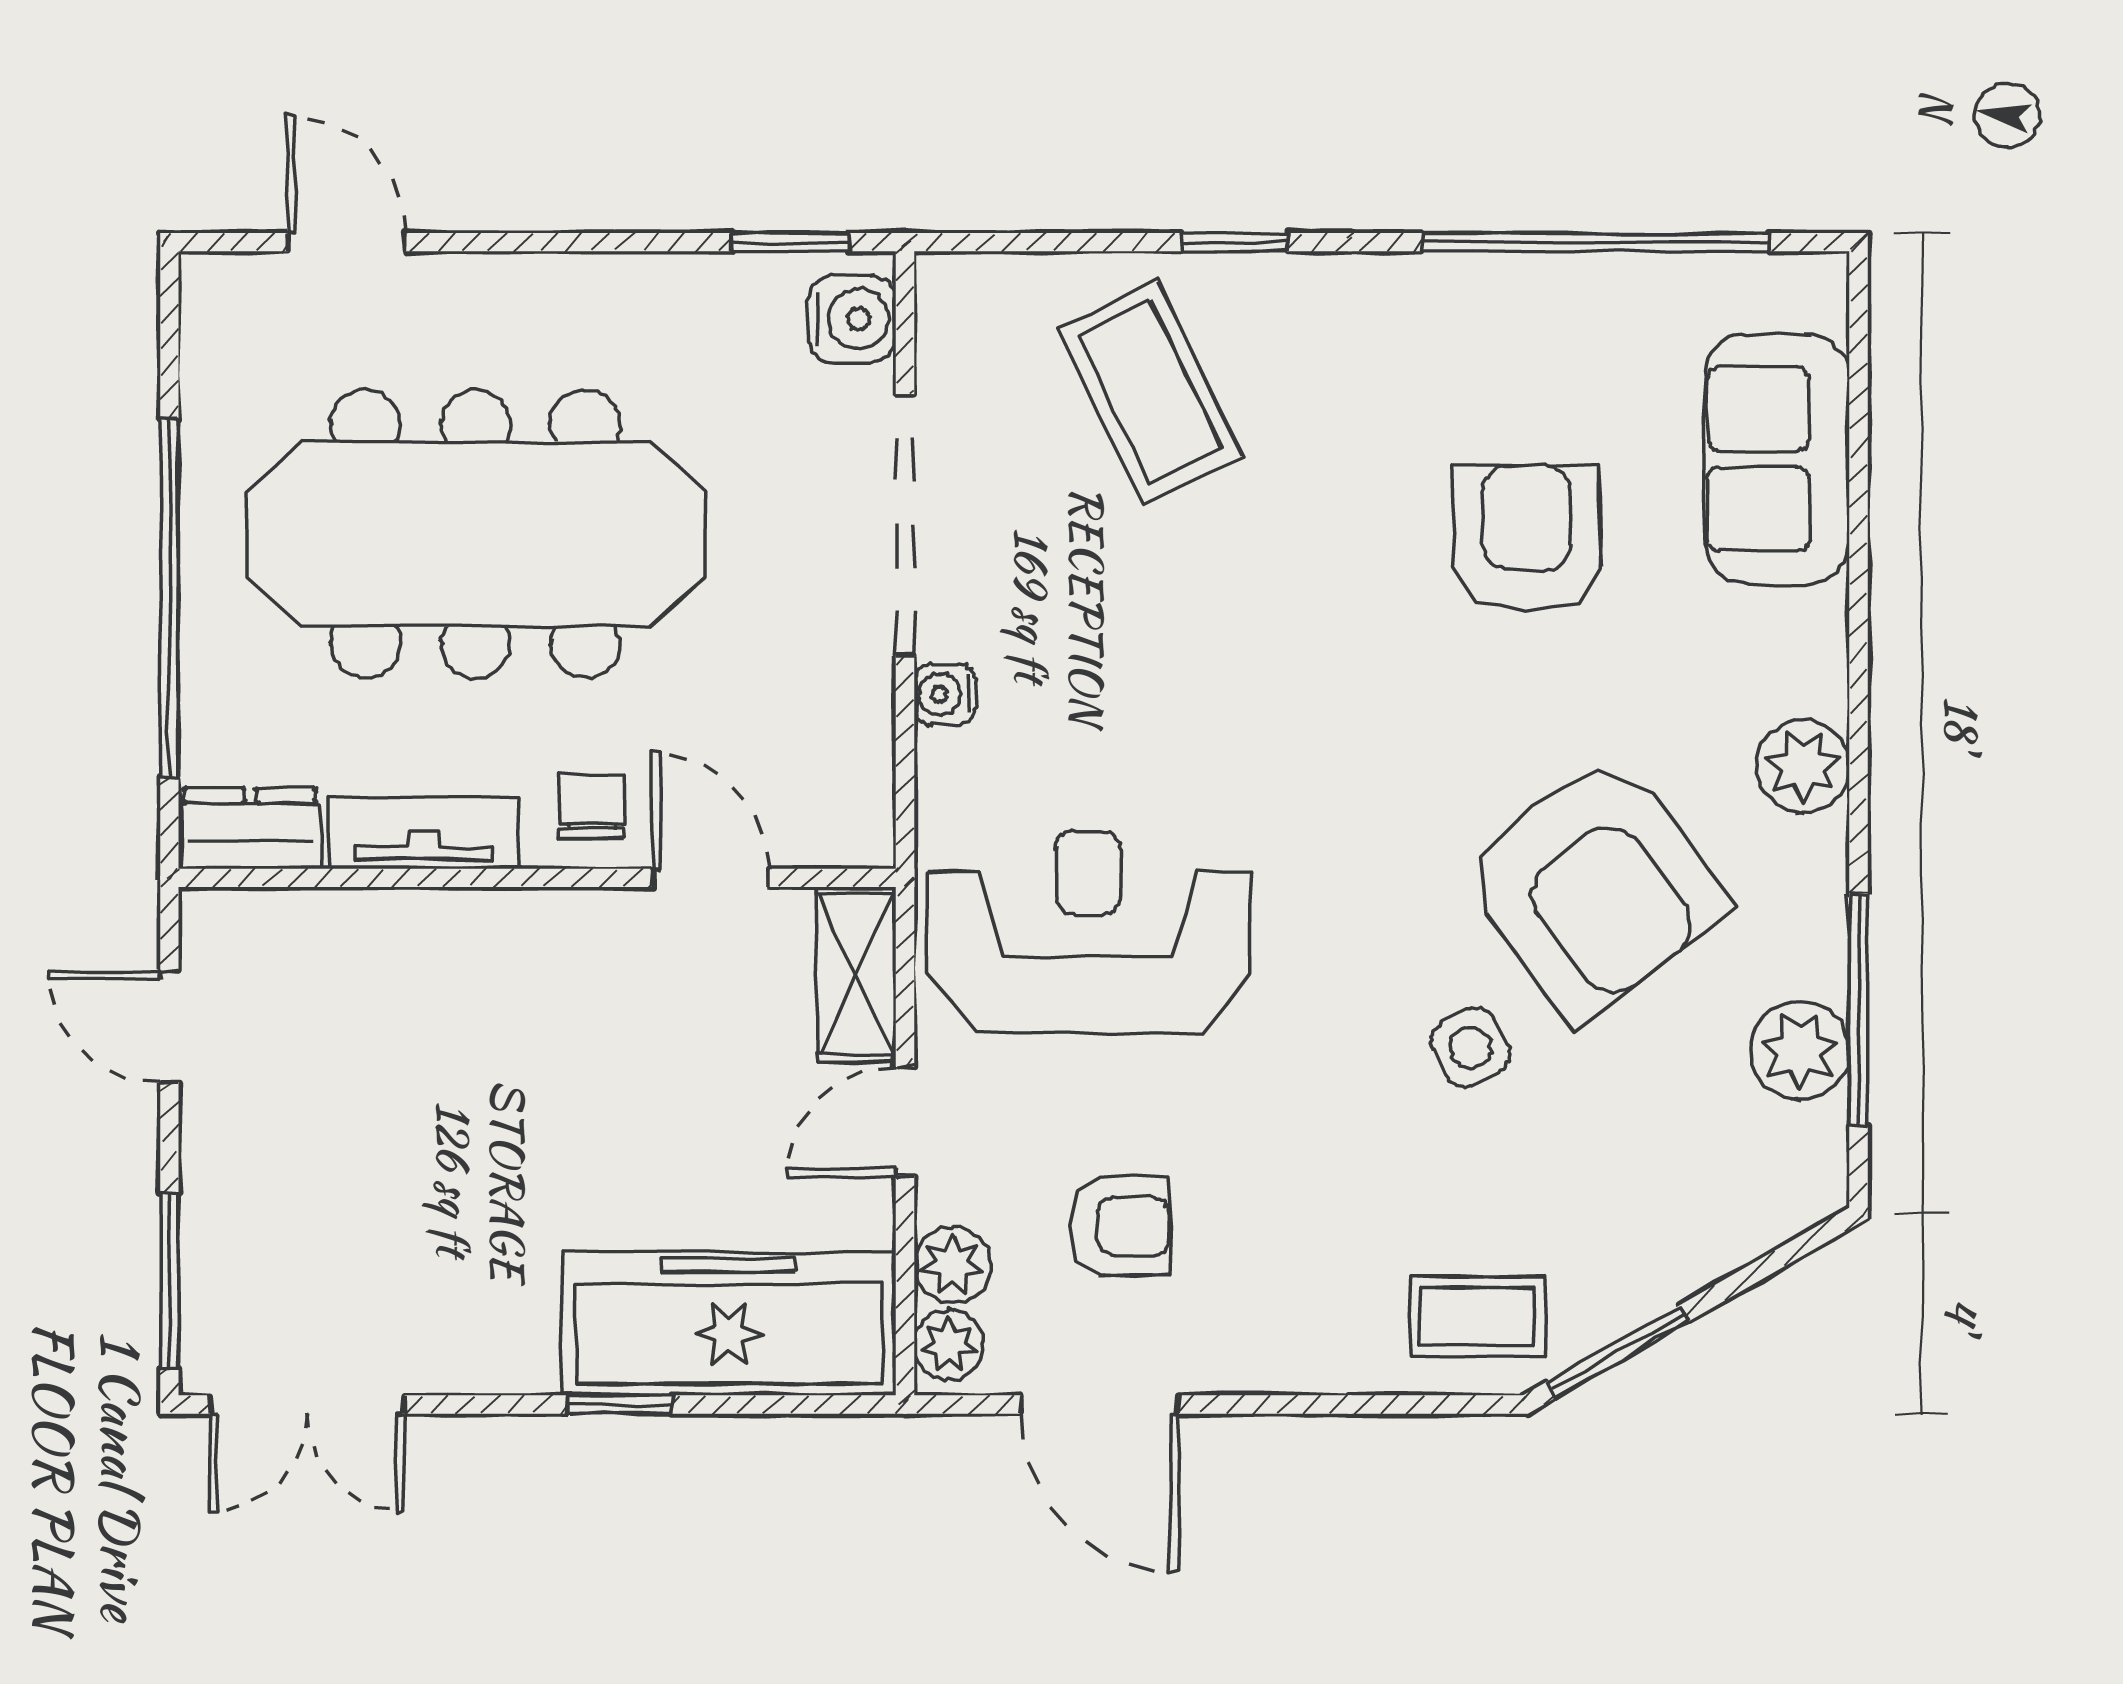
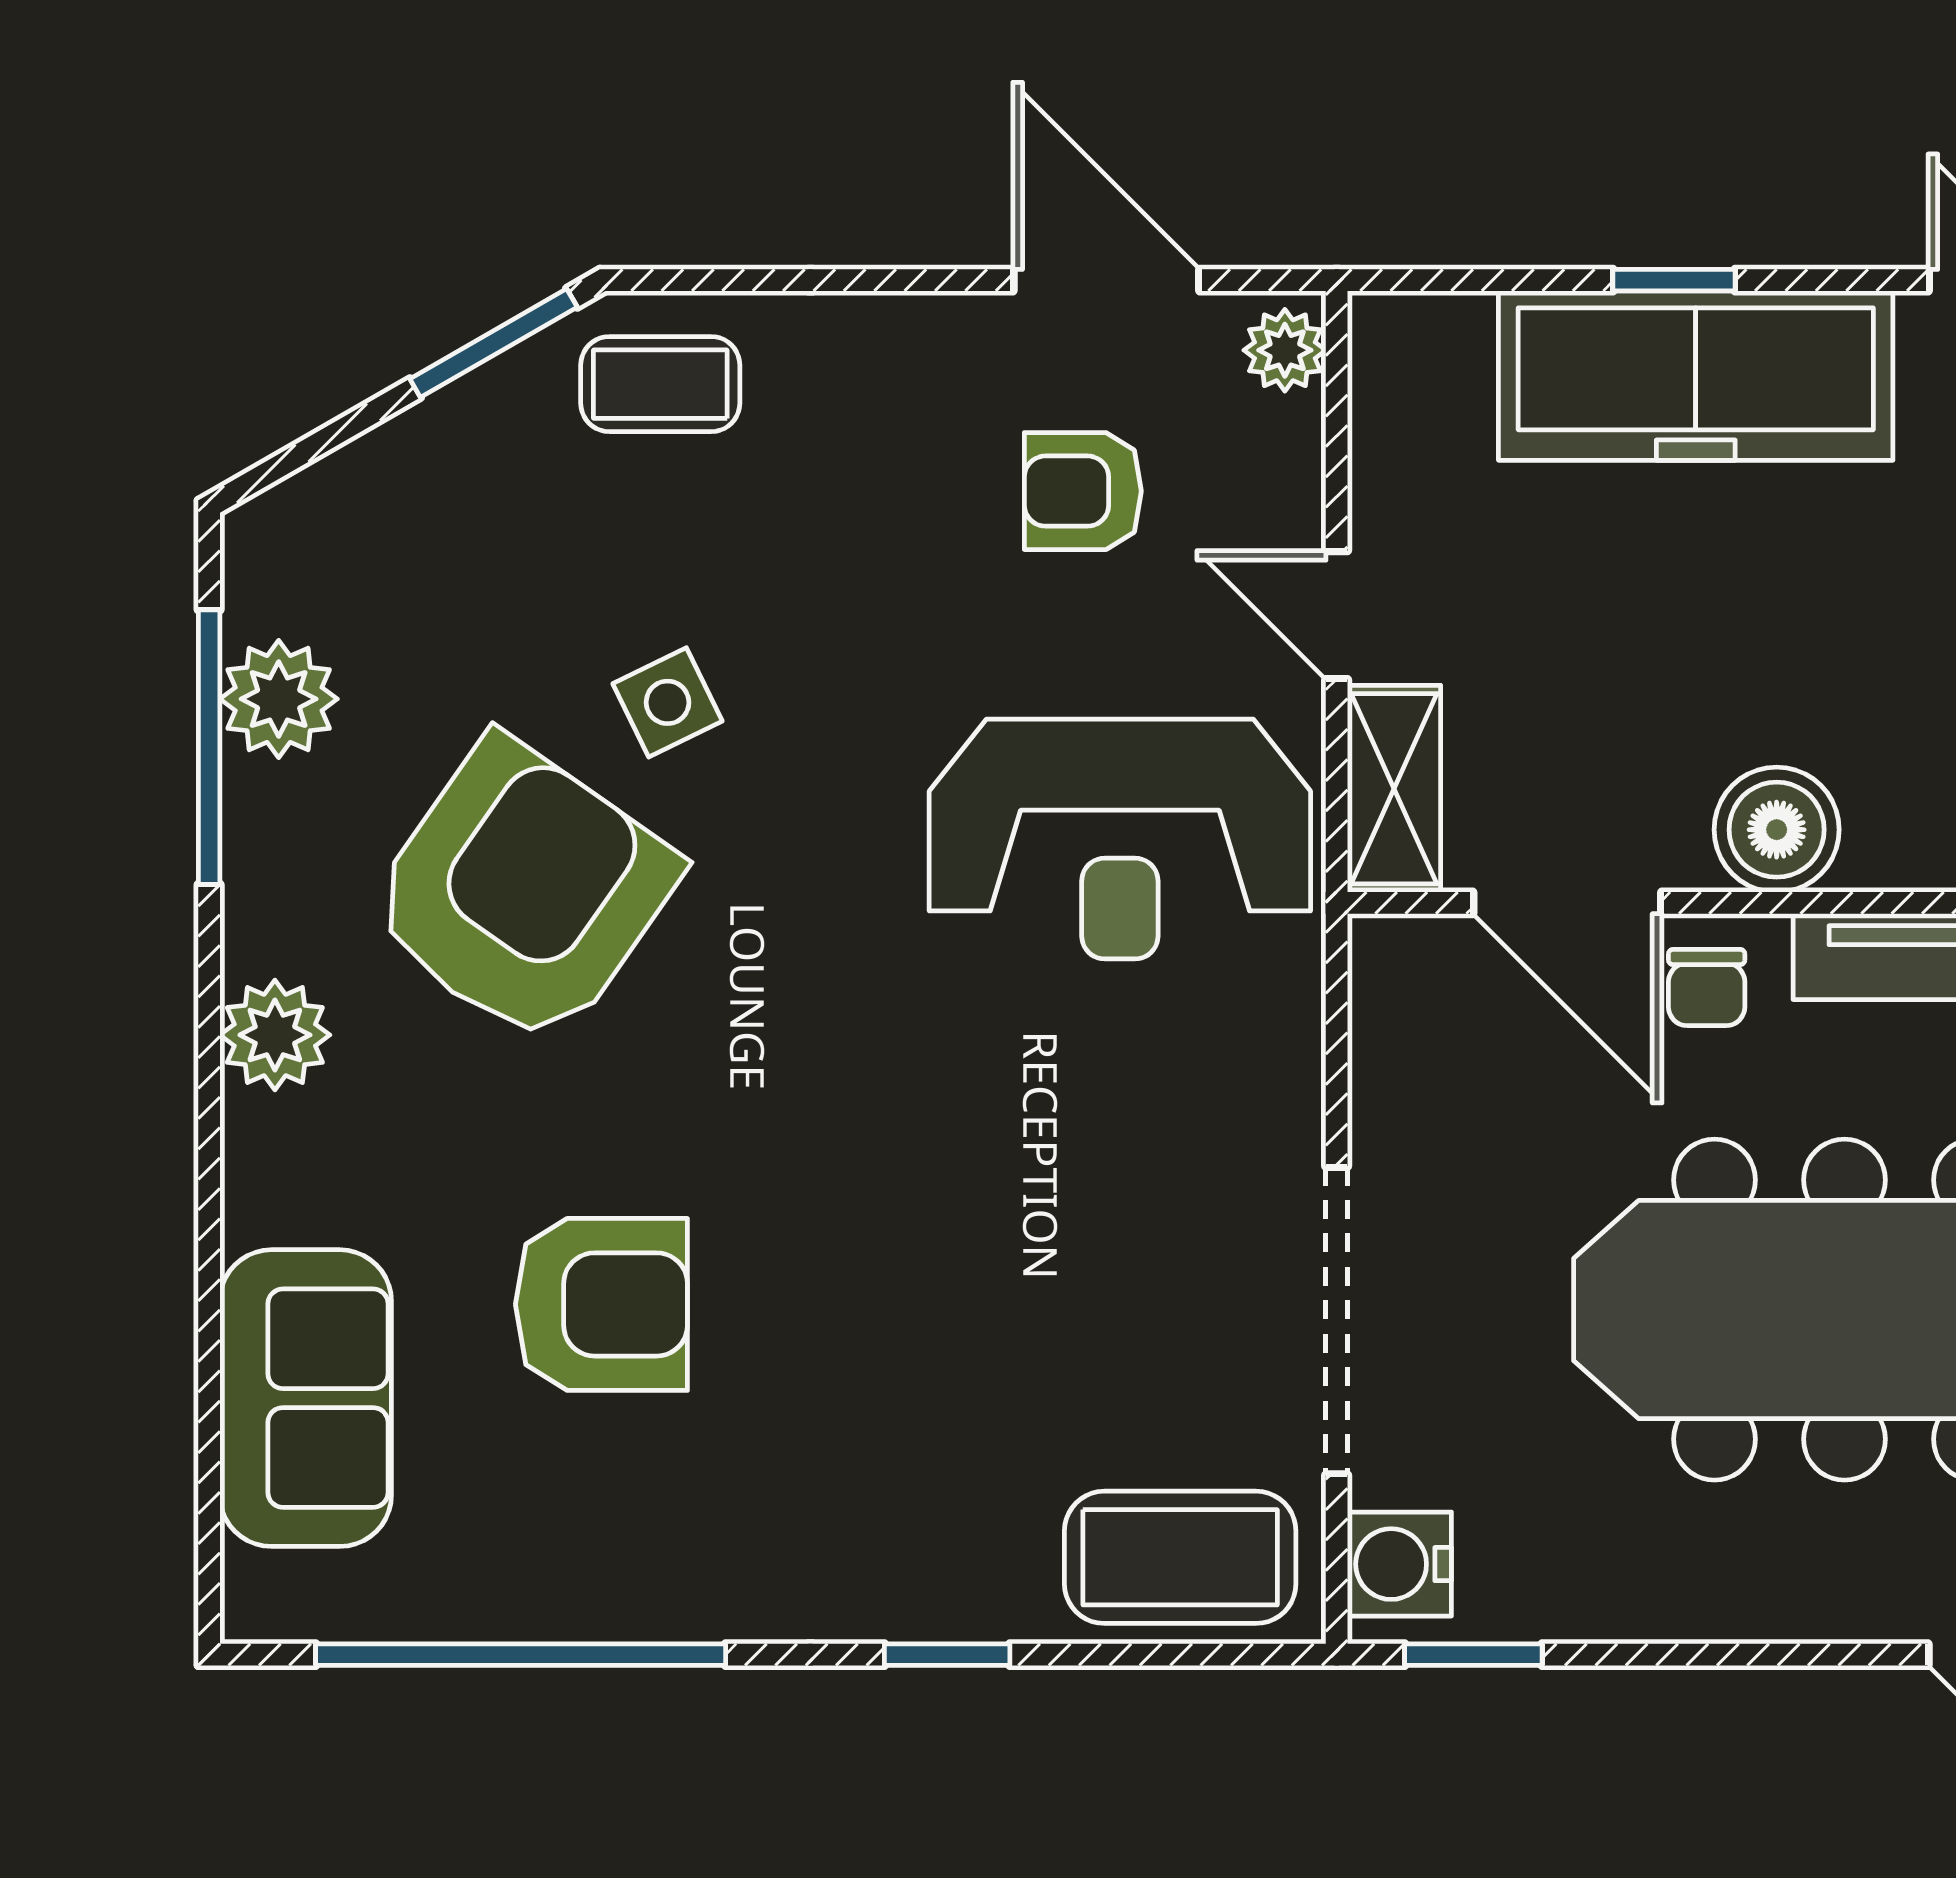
coffee table: (1150, 392) -> (1180, 1557), moved, turned -64
armchair: (1527, 538) -> (601, 1304), turned -90
water cooler: (945, 694) -> (1290, 1120), removed
door: (710, 878) -> (1567, 903), width x1.38
armchair: (1594, 887) -> (522, 892), turned 72
boiler: (533, 940) -> (1777, 830), added
door: (905, 1121) -> (1337, 615), swing flipped
plant: (952, 1265) -> (1281, 445), removed
freezer: (729, 1324) -> (1696, 376), moved

